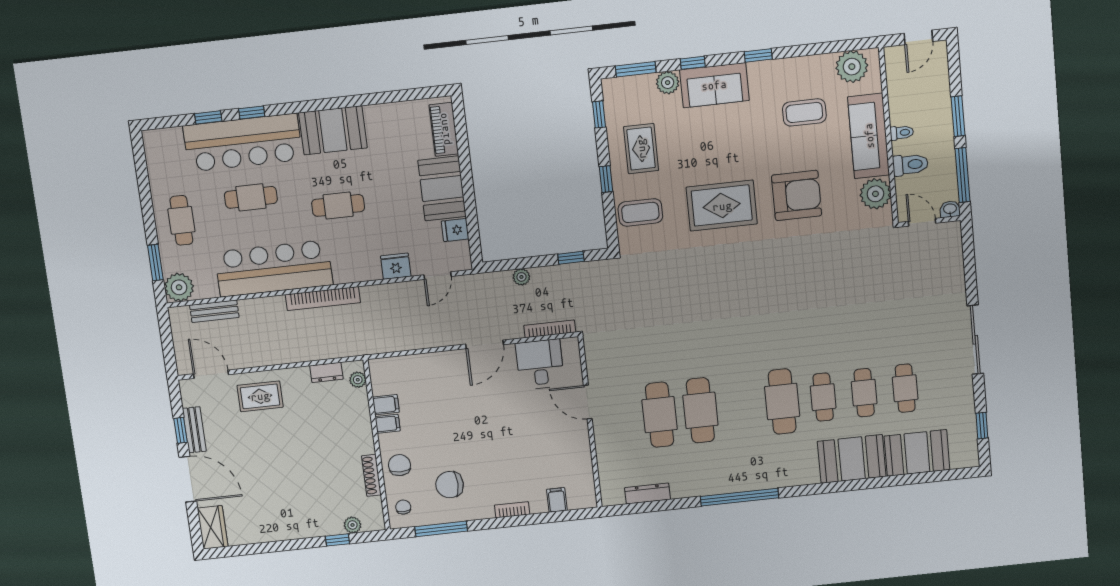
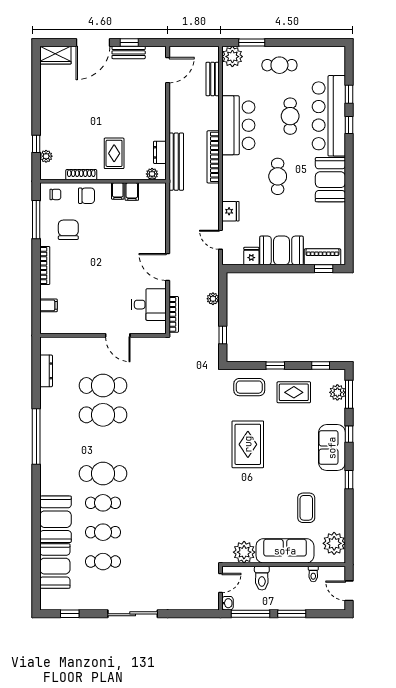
plant: (668, 83) -> (337, 392), moved
window: (460, 126) -> (324, 269), added
toilet: (902, 133) -> (313, 574), moved
armchair: (797, 195) -> (249, 497), removed
coffee table: (640, 212) -> (249, 387), turned 90
bar counter: (274, 268) -> (238, 125), width x0.73
bench: (336, 349) -> (176, 162), added
rug: (260, 396) -> (114, 153), moved
door: (588, 402) -> (118, 335), swing flipped
bookcase: (512, 510) -> (45, 266), width x1.56

